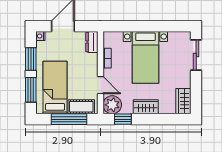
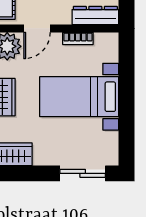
dresser: (92, 42) -> (95, 15), width x1.44

